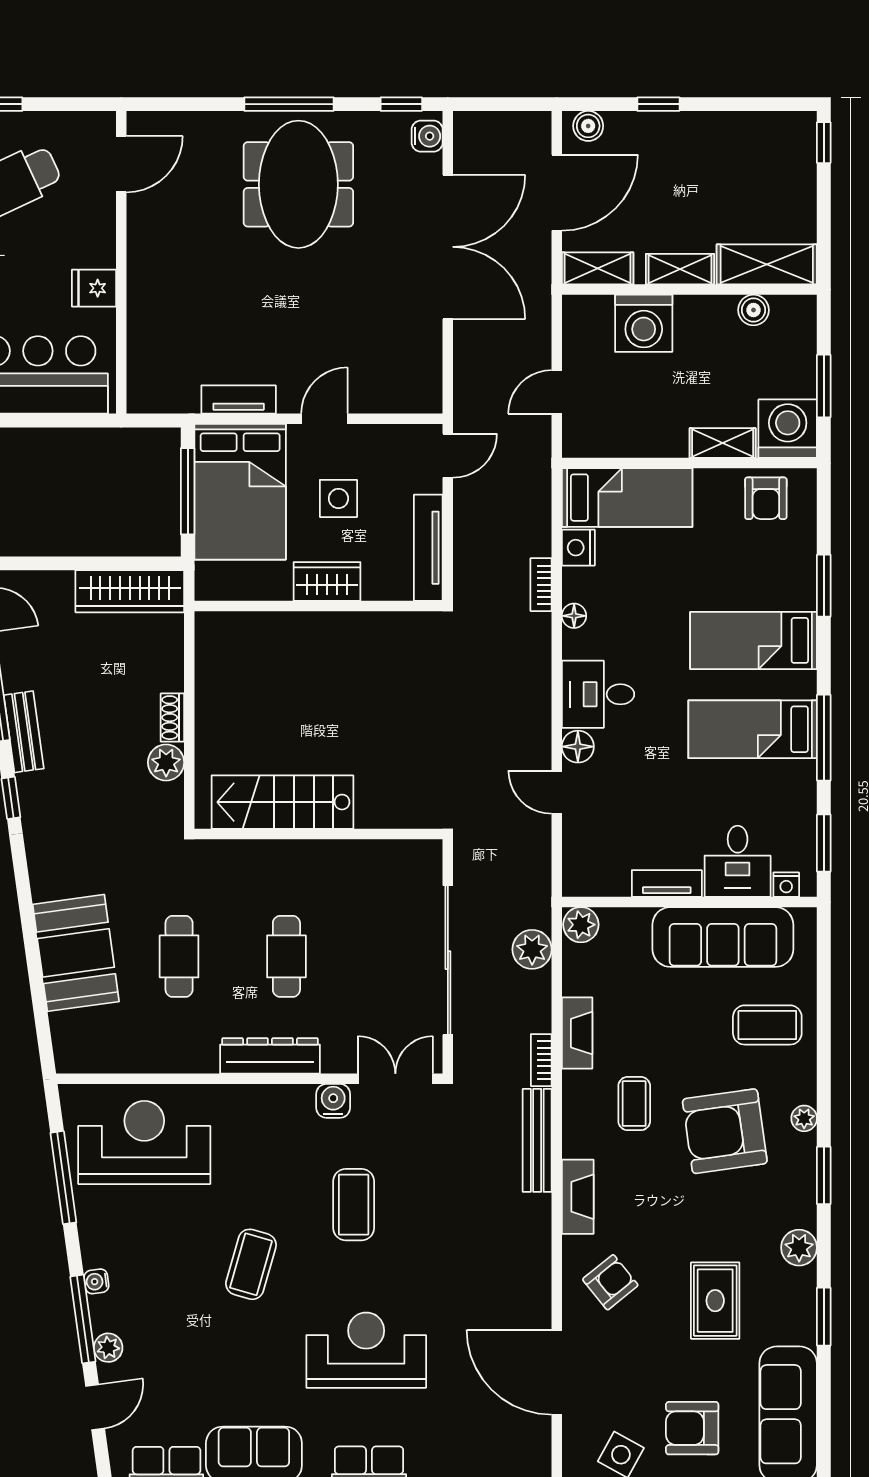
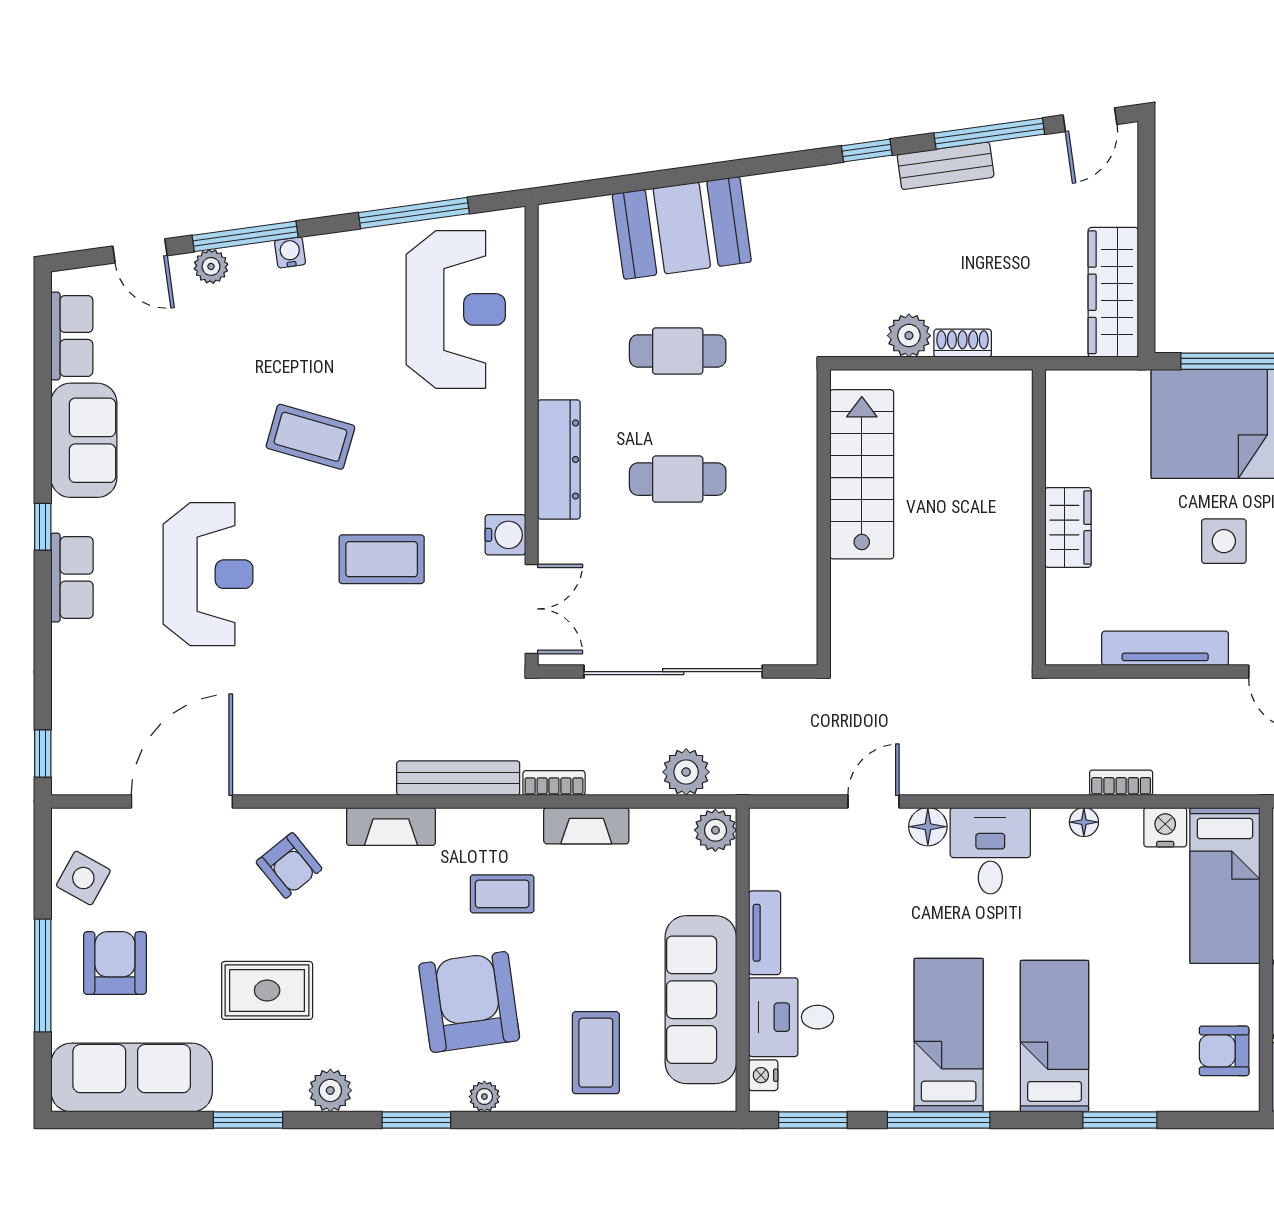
wardrobe: (327, 581) -> (1068, 527), moved
wall: (319, 606) -> (1039, 517), moved

